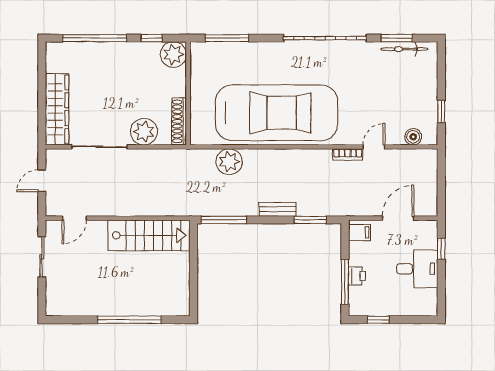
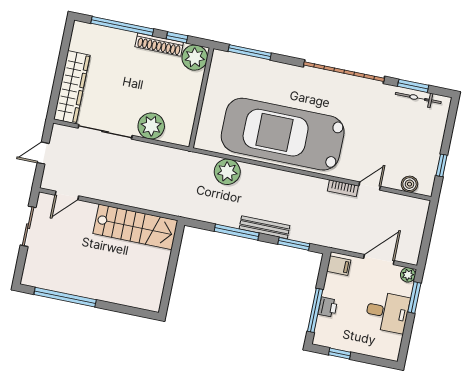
car: (277, 113) -> (283, 134), turned 180
shoe rack: (179, 121) -> (159, 45), moved, turned -90
bench: (278, 209) -> (264, 227), width x1.36
window: (224, 220) -> (237, 232), moved
plant: (430, 227) -> (408, 275), added
window: (441, 249) -> (414, 298), width x1.50
window: (129, 320) -> (65, 297), moved

